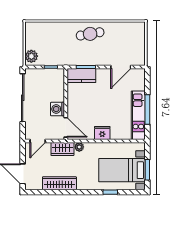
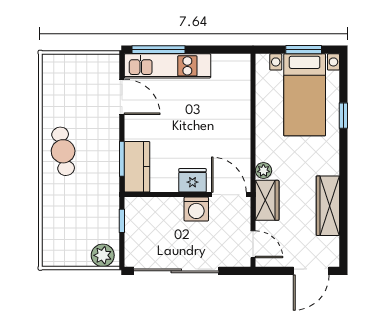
window: (147, 109) -> (158, 50), moved
kitchen unit: (138, 115) -> (167, 66), moved
door: (66, 127) -> (229, 195), hinge flipped
fridge: (102, 133) -> (192, 180), moved, turned 90

